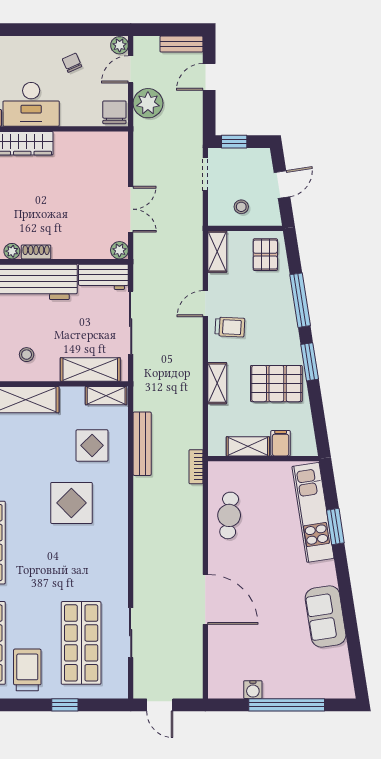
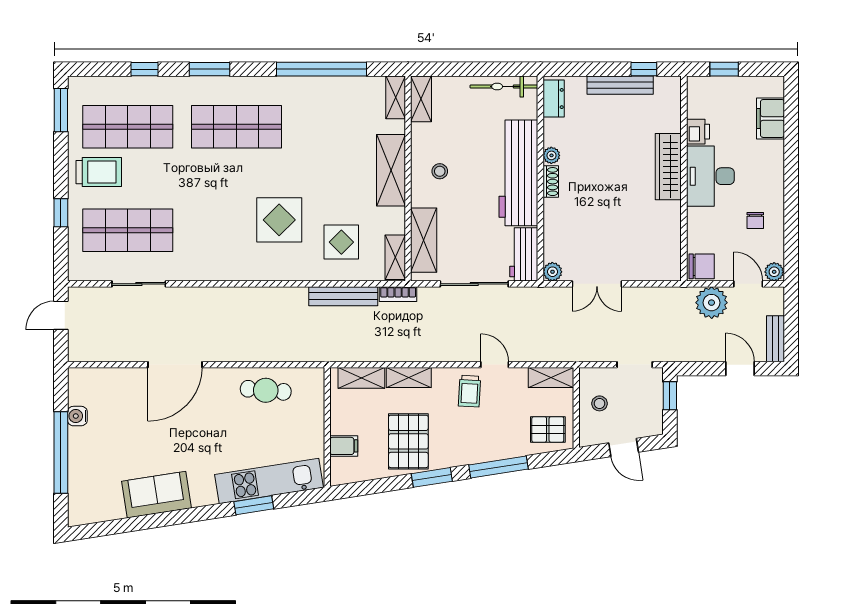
chair: (72, 63) -> (755, 220), turned 114
shelving: (248, 446) -> (361, 378), moved, turned 90
bookcase: (196, 467) -> (398, 294), moved, turned 180

